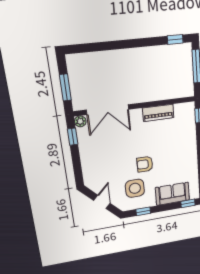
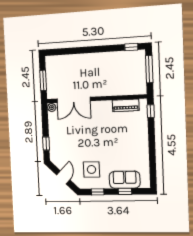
piano: (158, 113) -> (126, 105), moved
window: (73, 137) -> (46, 144), moved
armchair: (145, 164) -> (101, 149), removed
window: (188, 203) -> (125, 191), moved

